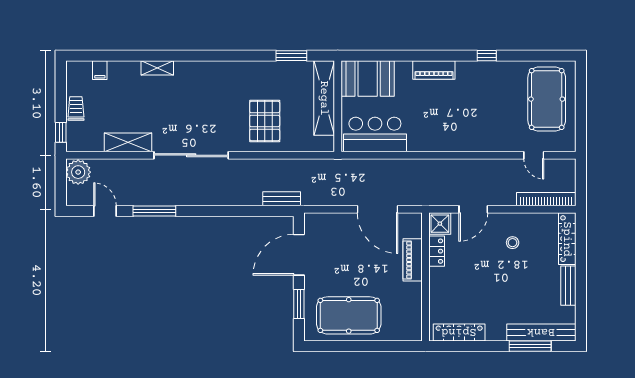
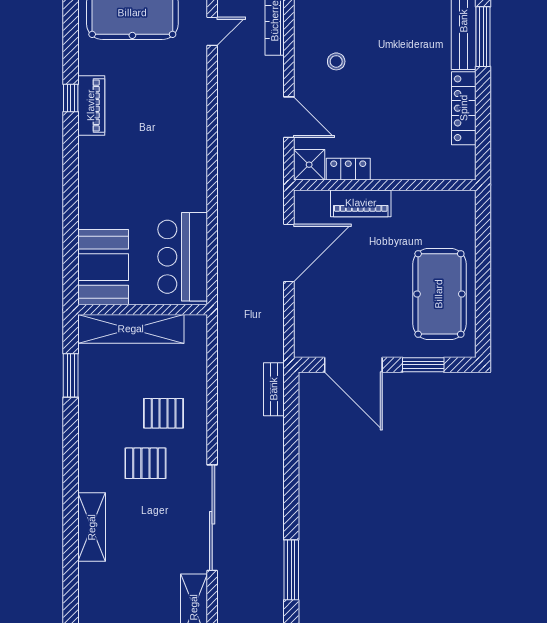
shelving: (157, 68) -> (92, 527), moved, width x1.50, depth x1.33
piano: (434, 70) -> (91, 105), moved
pallet: (229, 108) -> (145, 463), added
pallet: (265, 121) -> (164, 413), width x0.67, depth x0.71
locker: (459, 332) -> (464, 108), moved

